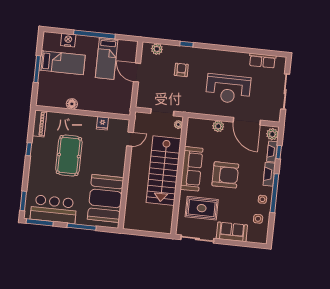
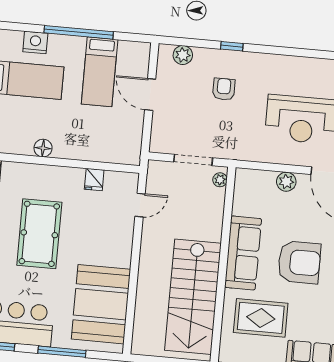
stairs: (164, 171) -> (193, 297), moved

